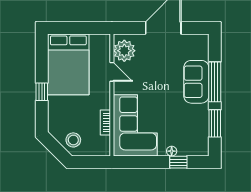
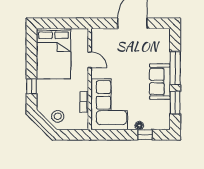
plant: (124, 51) -> (100, 42), removed
sofa: (196, 82) -> (160, 82), moved
window: (42, 92) -> (32, 86), moved

